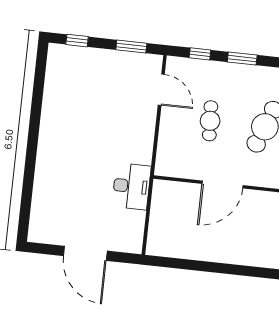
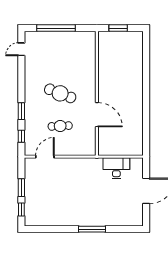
window: (131, 46) -> (21, 188), moved
window: (31, 155) -> (92, 229), added
desk: (131, 186) -> (116, 168), moved

